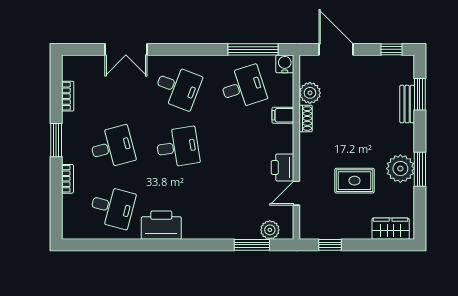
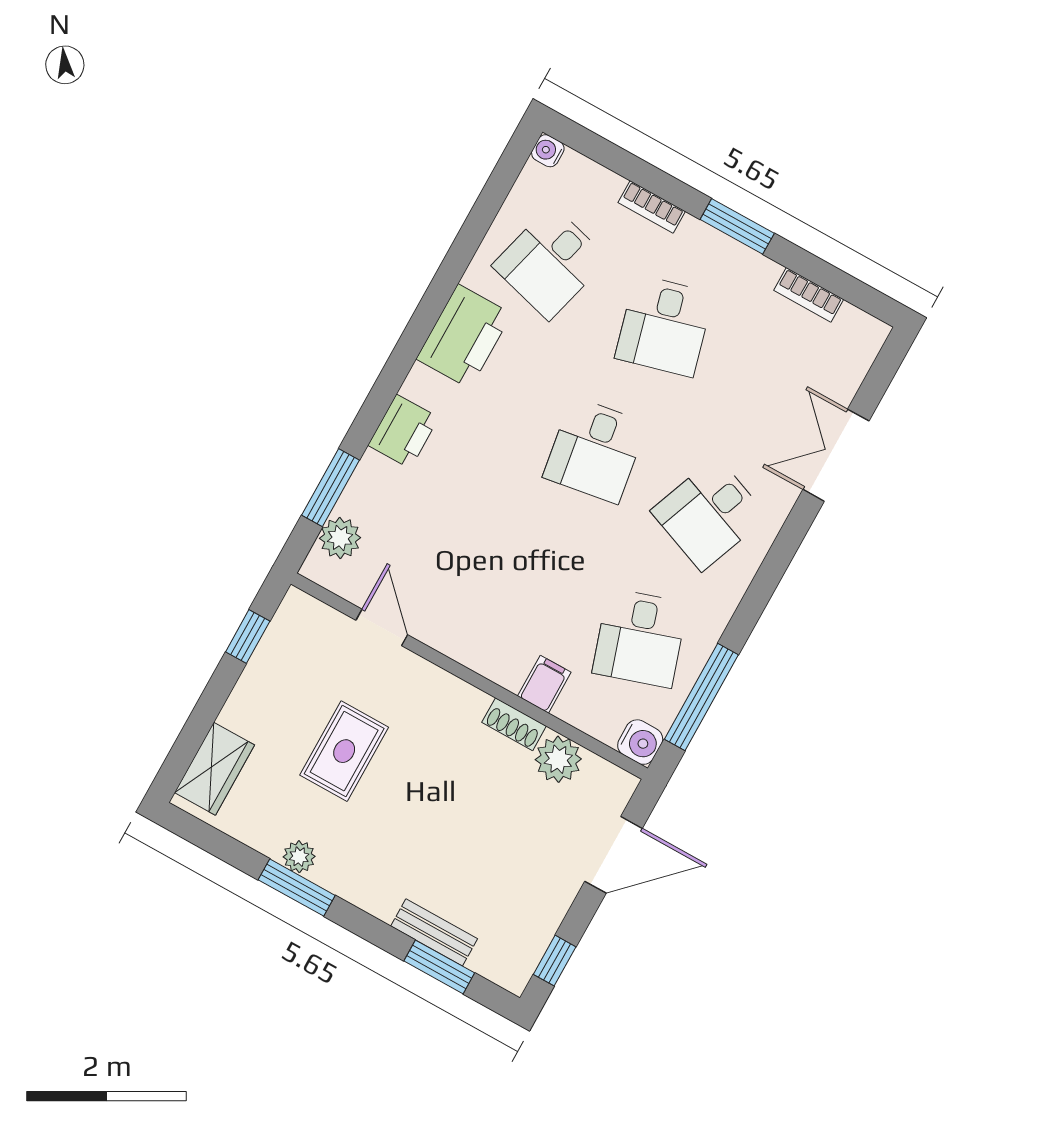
printer: (283, 167) -> (403, 431), moved, turned 90
plant: (400, 169) -> (299, 857), width x0.53, depth x0.53
water cooler: (68, 233) -> (548, 151), added

